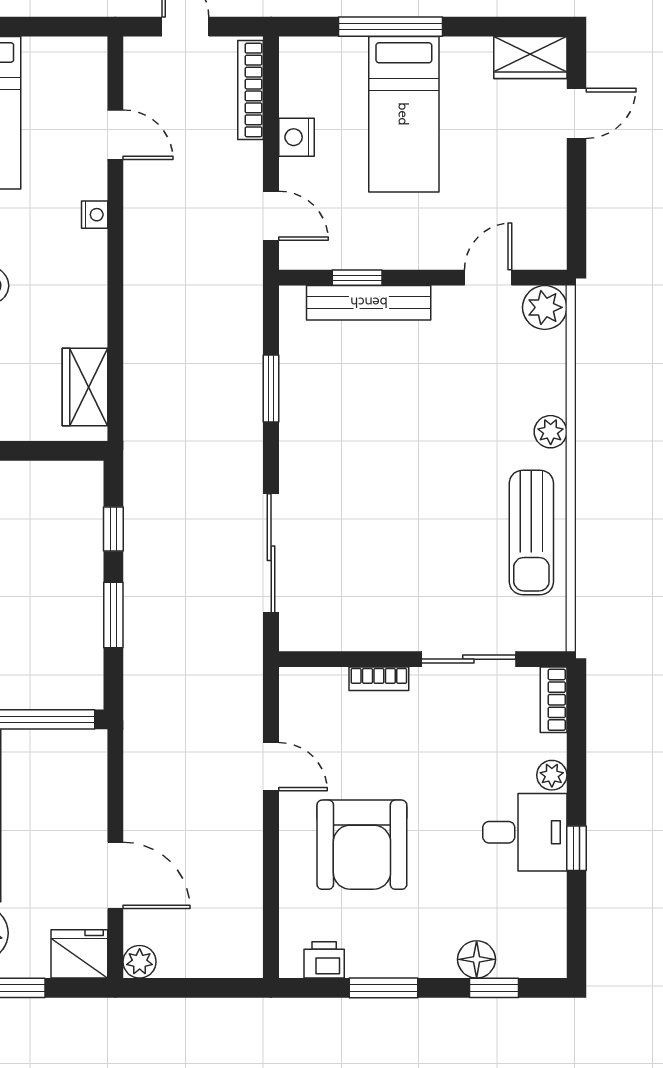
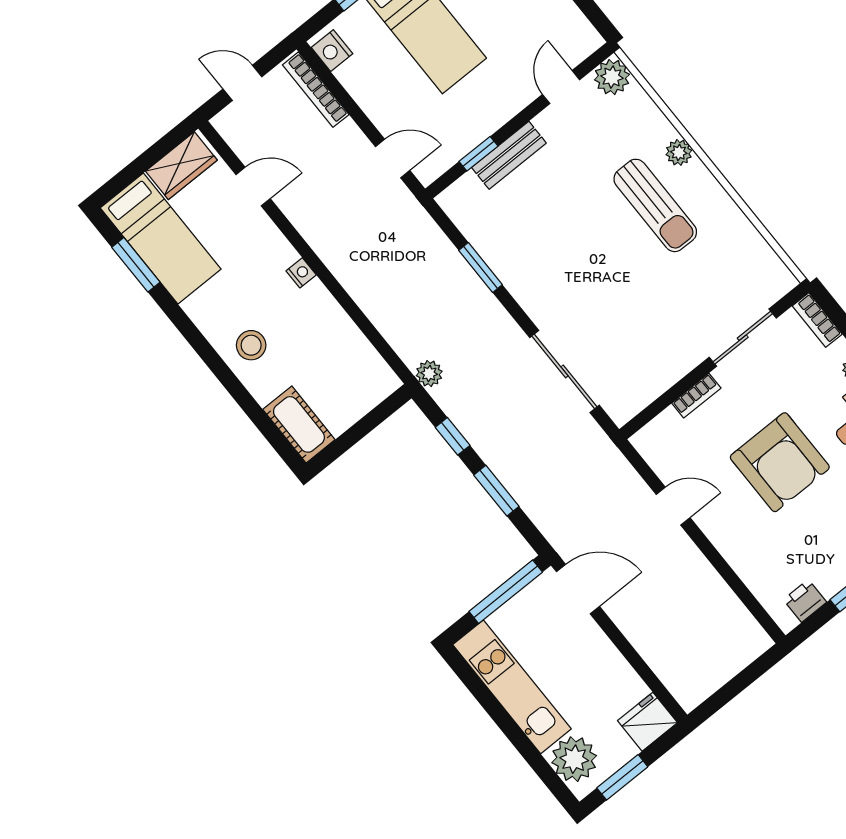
nightstand: (296, 137) -> (332, 51), moved
nightstand: (95, 215) -> (301, 273), moved
bench: (369, 303) -> (509, 155), width x0.73
wardrobe: (85, 387) -> (181, 166), moved, turned -90
sun lounger: (531, 532) -> (655, 205), moved
armchair: (362, 845) -> (780, 462), moved
door: (115, 875) -> (578, 589), moved
plant: (140, 962) -> (429, 374), moved

